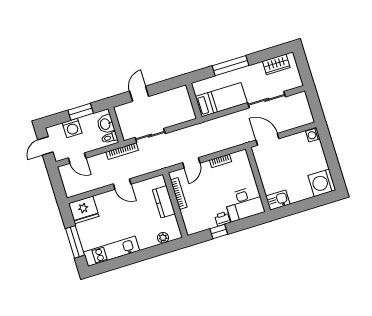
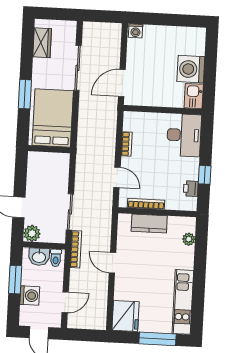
window: (231, 66) -> (25, 94), width x0.69
bed: (221, 100) -> (53, 118), width x1.50
plant: (122, 112) -> (32, 233), added
washing machine: (322, 183) -> (191, 69), moved, turned 90
door: (122, 184) -> (113, 263), swing flipped
printer: (222, 219) -> (191, 189), moved

